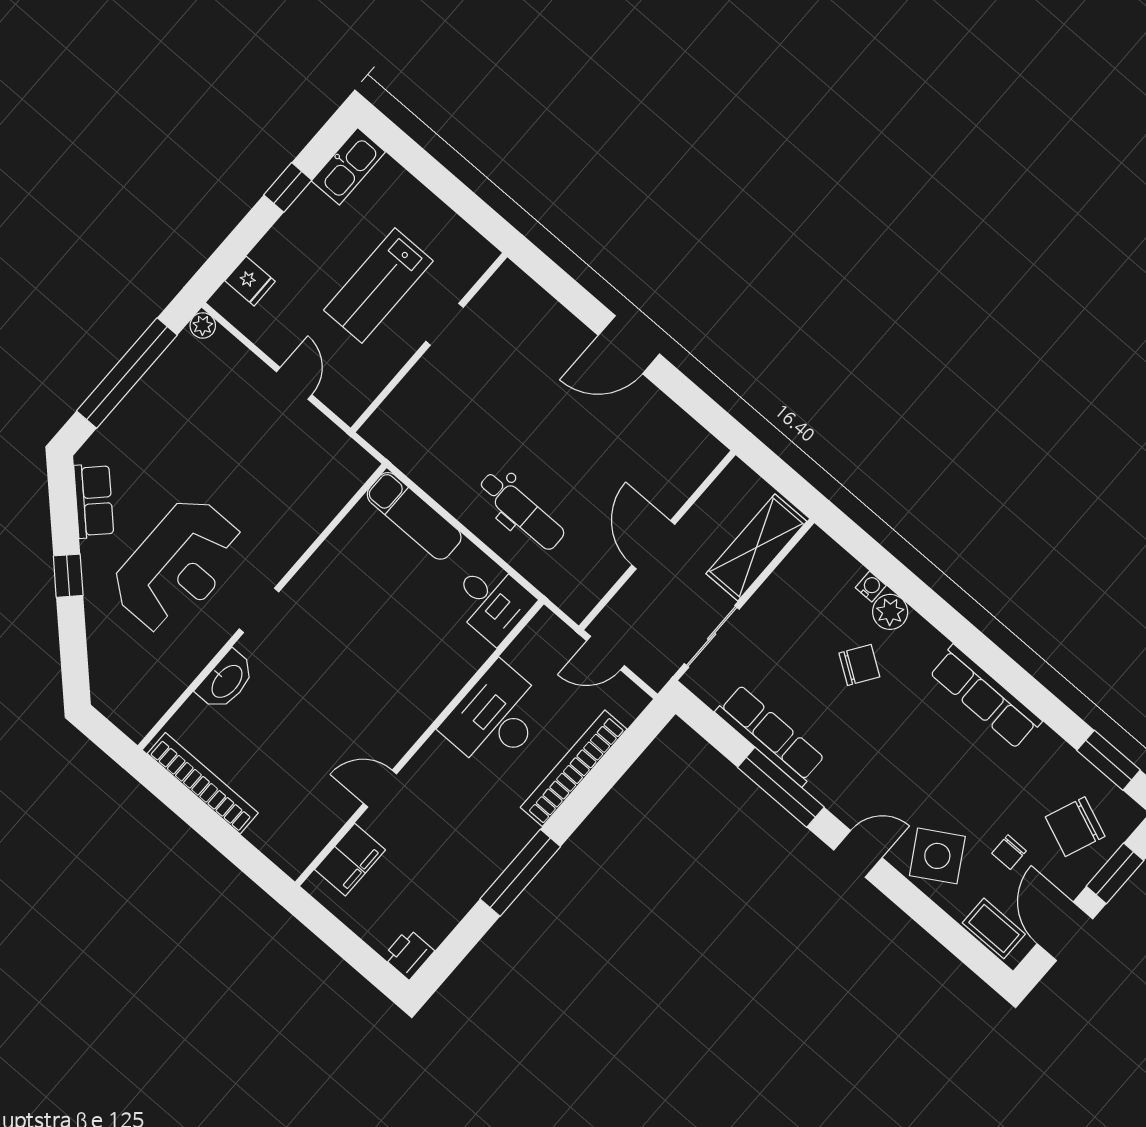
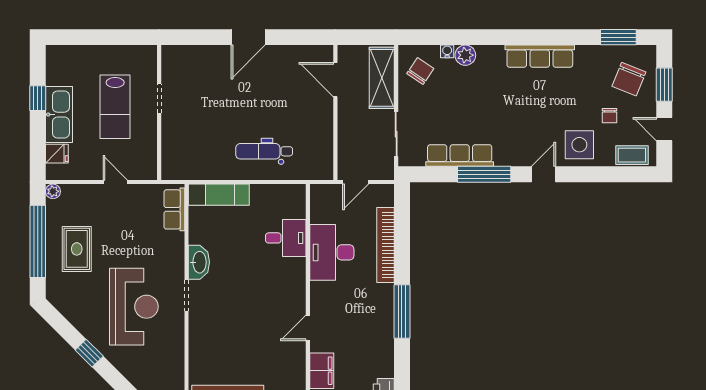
kitchen sink: (348, 166) -> (59, 115), moved, width x1.36, depth x1.24
rug: (169, 427) -> (77, 249), added
row of seats: (94, 501) -> (174, 209), moved, turned -135
dental chair: (521, 511) -> (264, 151), turned 180
door: (653, 545) -> (335, 80), moved
desk: (492, 602) -> (286, 238), moved
chair: (859, 665) -> (420, 71), moved
washbasin: (226, 681) -> (199, 262), moved
side table: (937, 856) -> (579, 145), turned 31
door: (1065, 931) -> (664, 129), width x0.73

